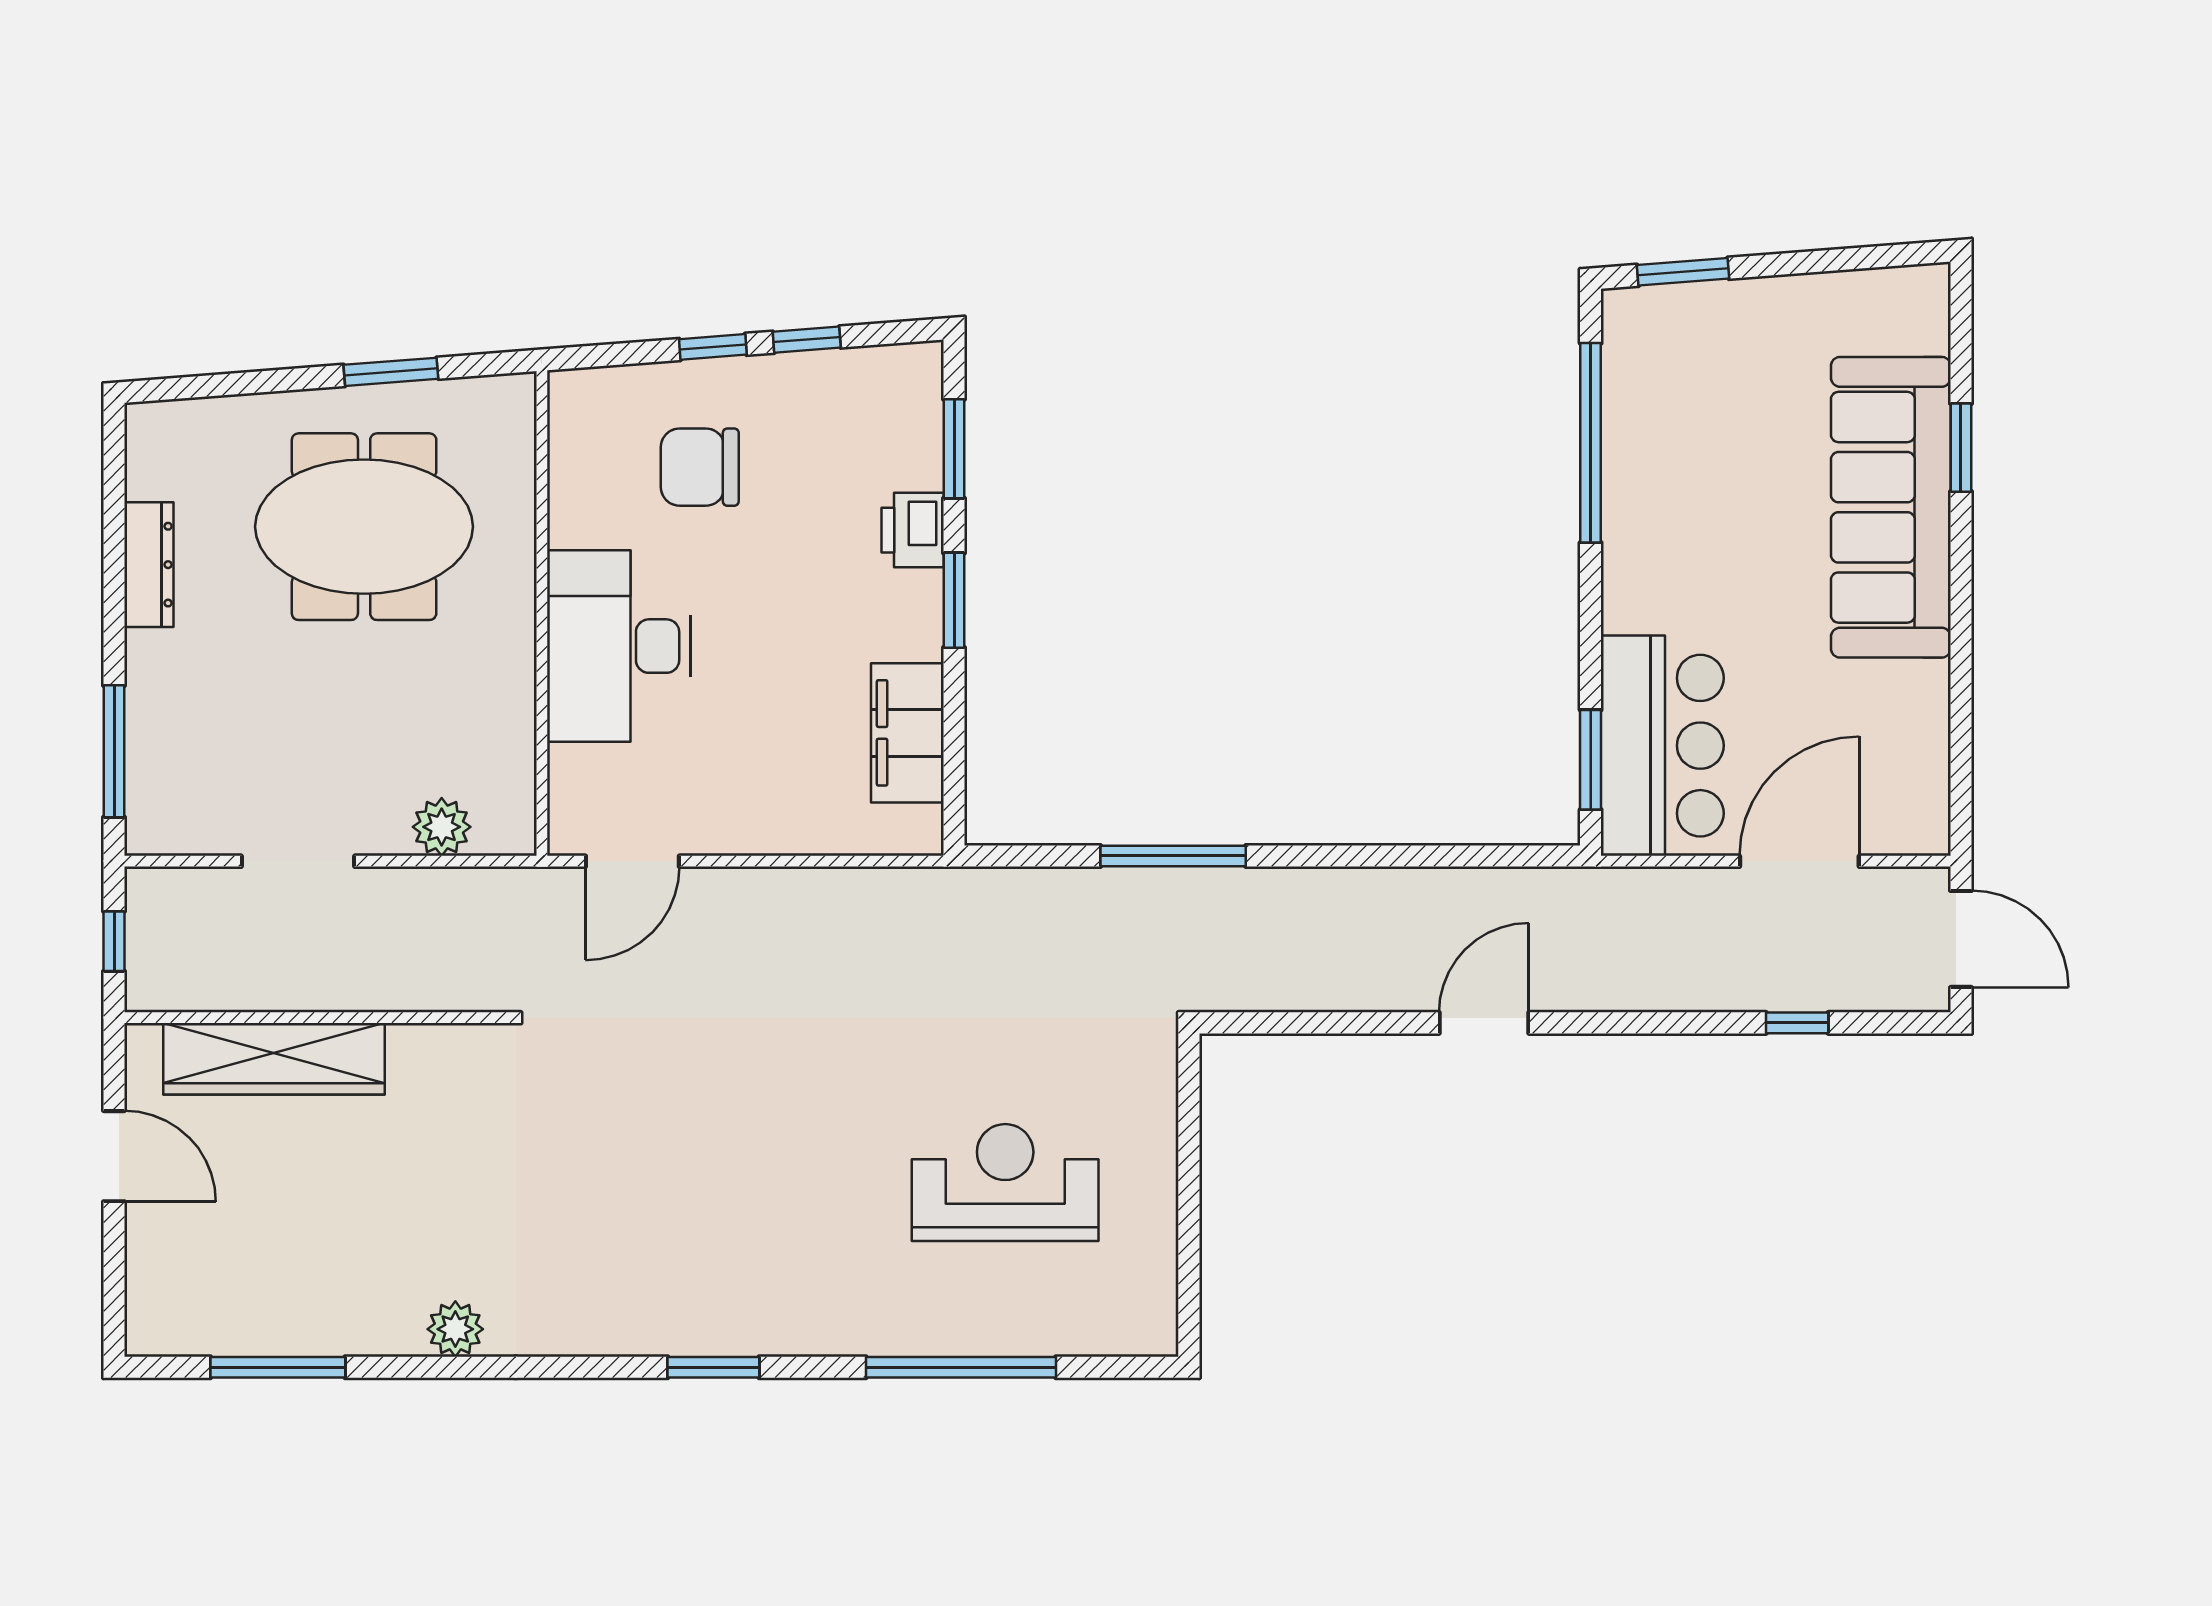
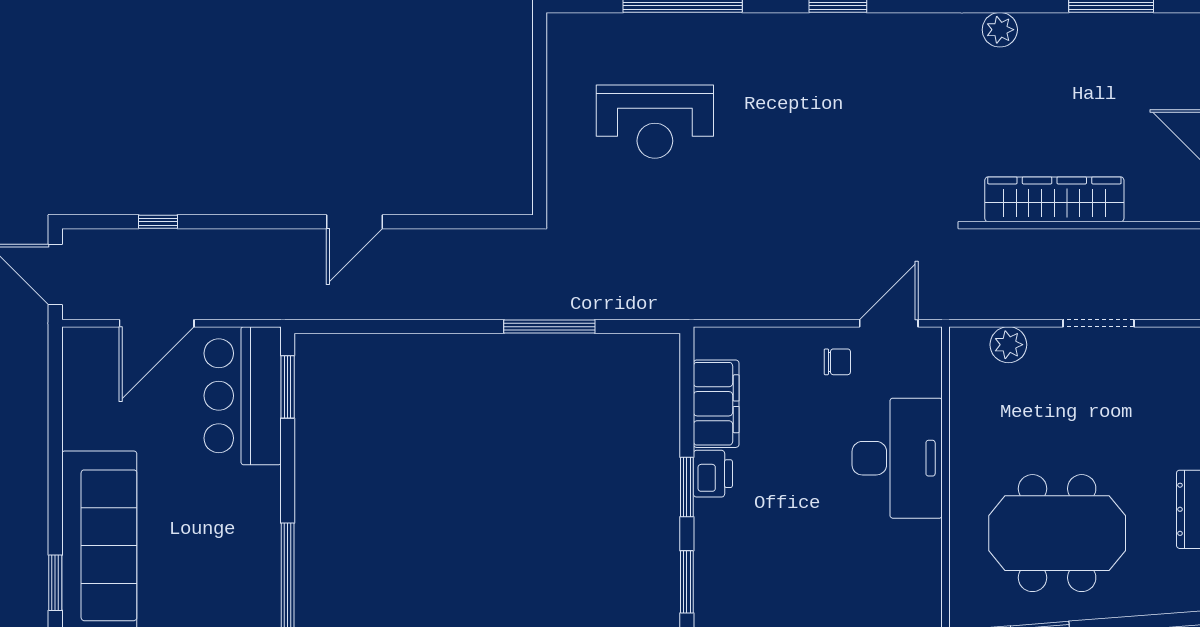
chair: (700, 467) -> (837, 362), moved, width x0.54, depth x0.54
printer: (913, 530) -> (713, 474), moved
wardrobe: (274, 1059) -> (1054, 199), moved

